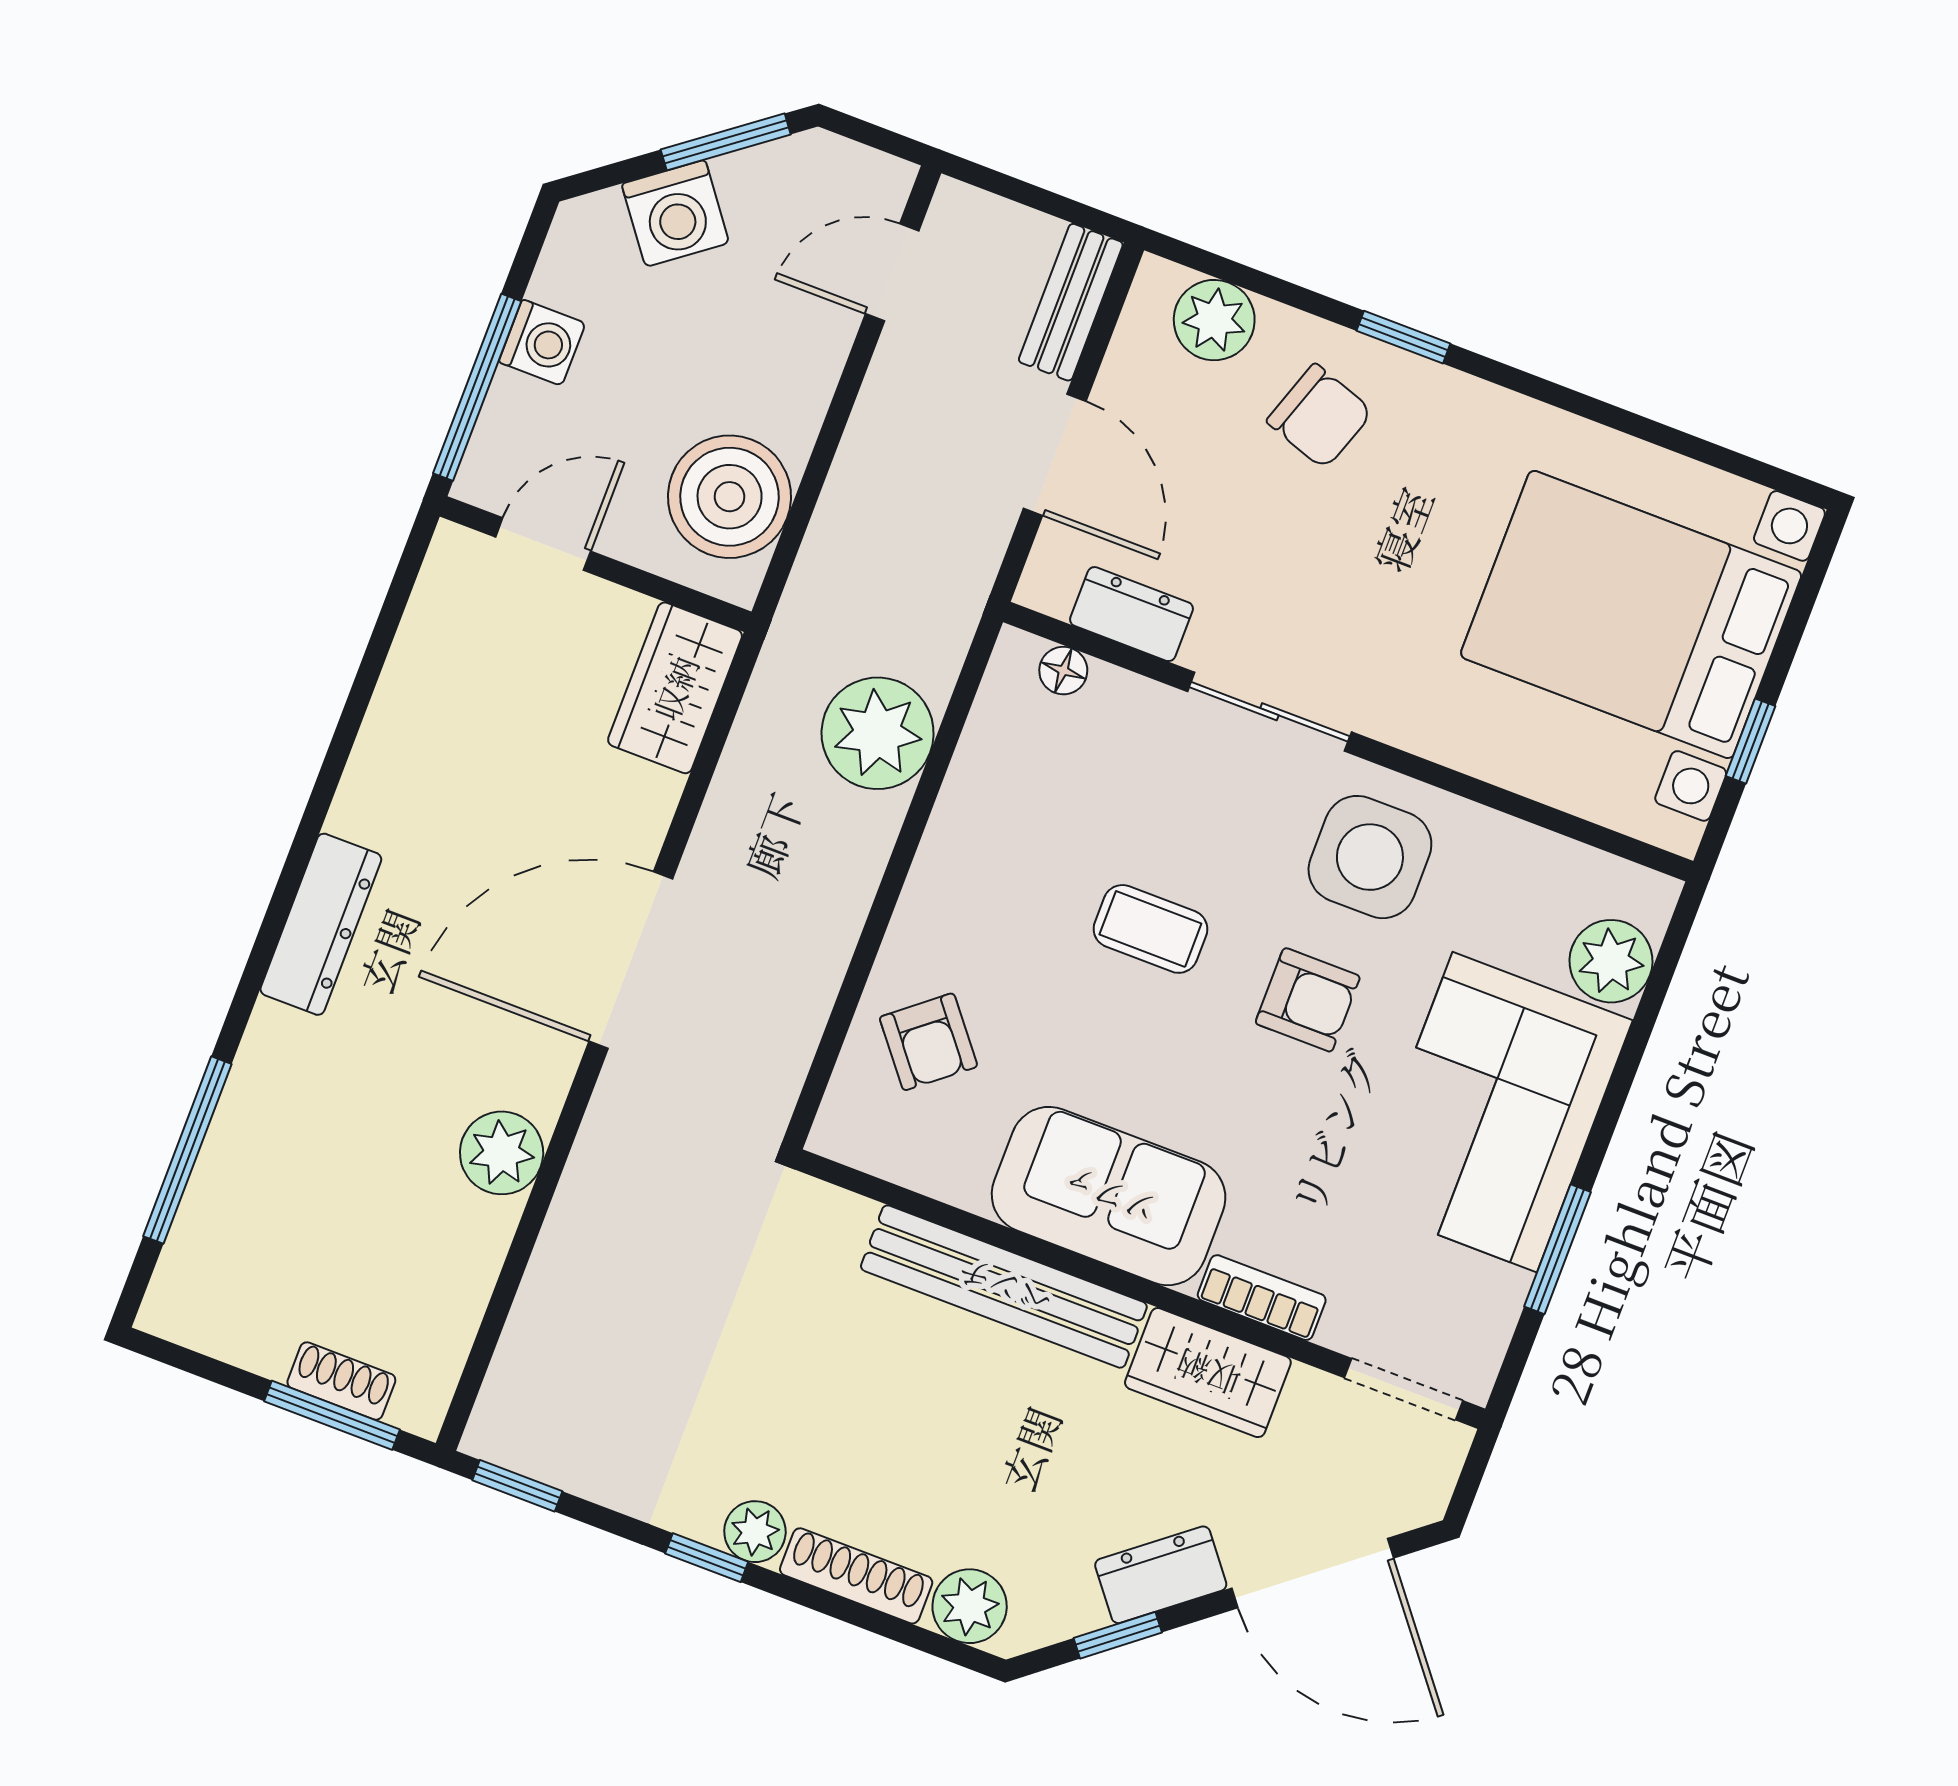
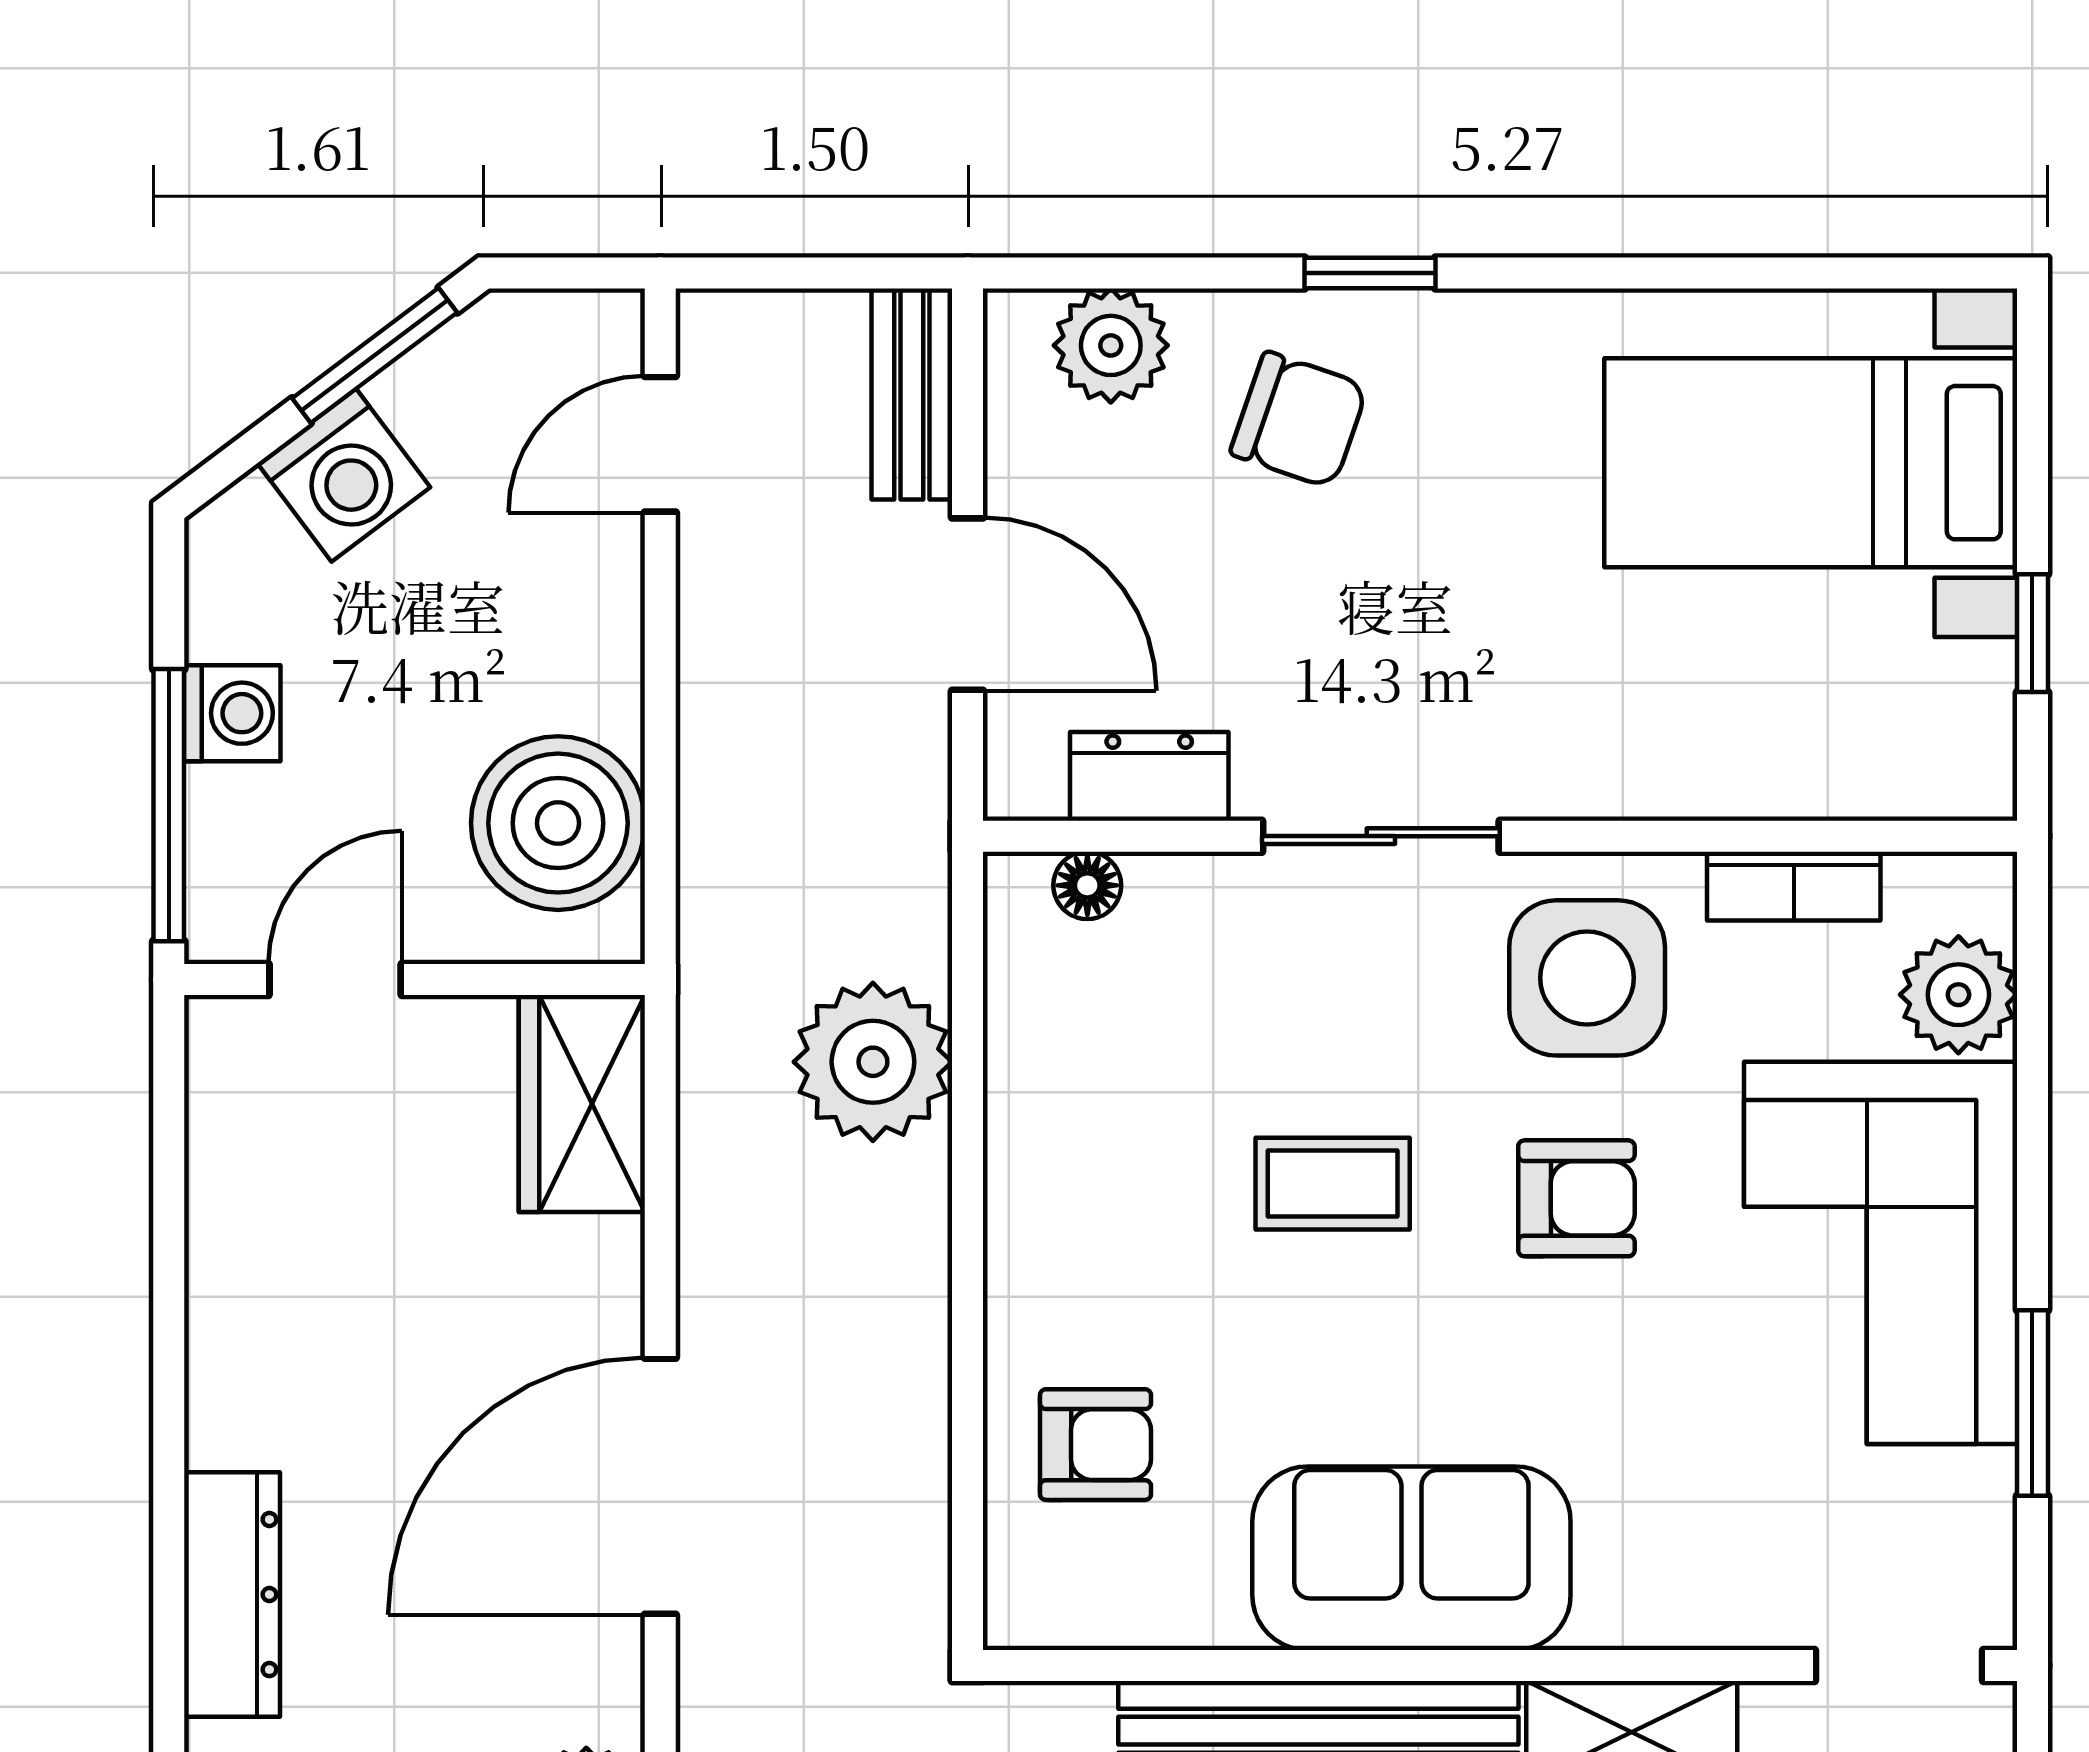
bed with nightstands: (1631, 615) -> (1811, 463), width x0.73
armchair: (928, 1042) -> (1096, 1445), turned -51
bookcase: (1262, 1298) -> (1794, 886), moved, turned 180

